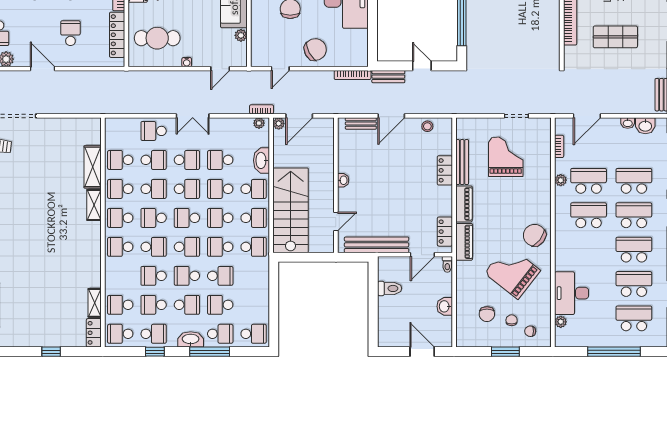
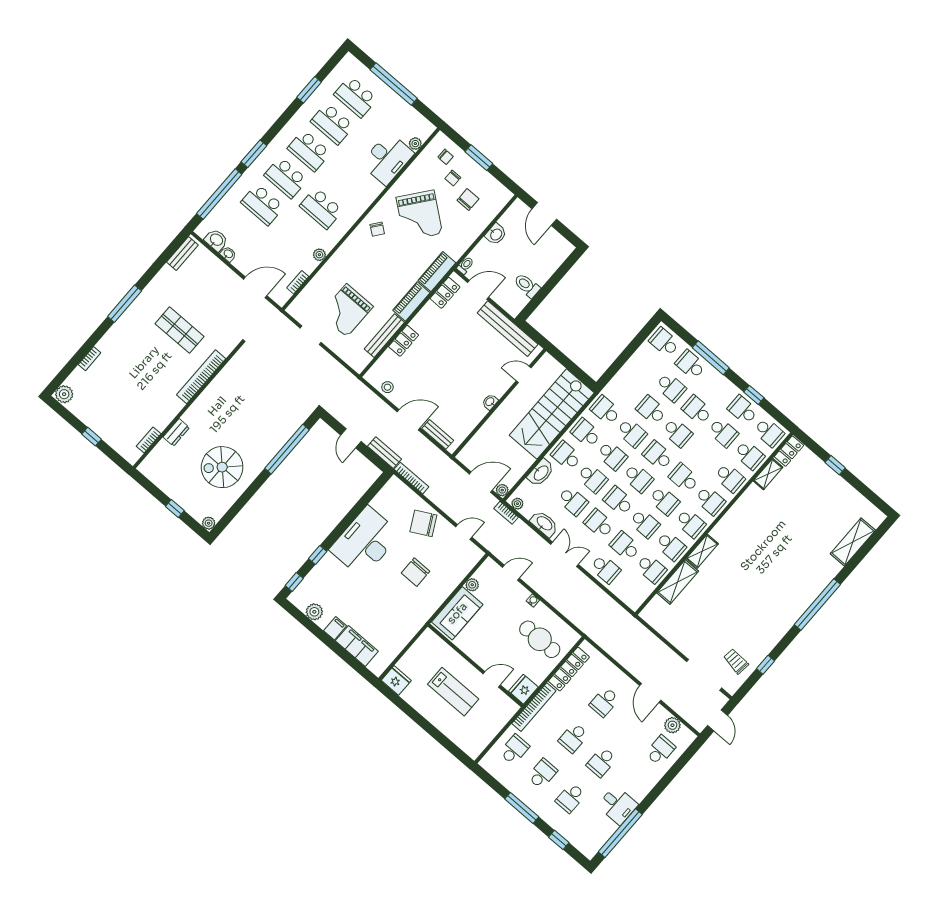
school desk: (589, 181) -> (298, 235), removed
school desk: (154, 189) -> (645, 523), turned 180
chair: (535, 235) -> (377, 229), width x0.54, depth x0.54
school desk: (154, 276) -> (730, 478), moved
washbasin: (191, 339) -> (544, 524), moved, turned 180

